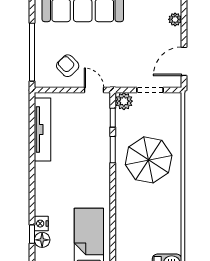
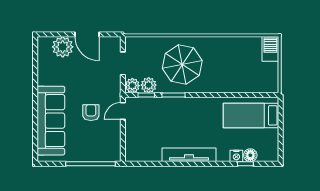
plant: (175, 19) -> (63, 47), width x1.88, depth x1.88
door: (184, 61) -> (87, 34), moved
armchair: (68, 66) -> (91, 113), moved, turned 134
plant: (124, 120) -> (149, 85), added
tv unit: (43, 129) -> (189, 155), moved

